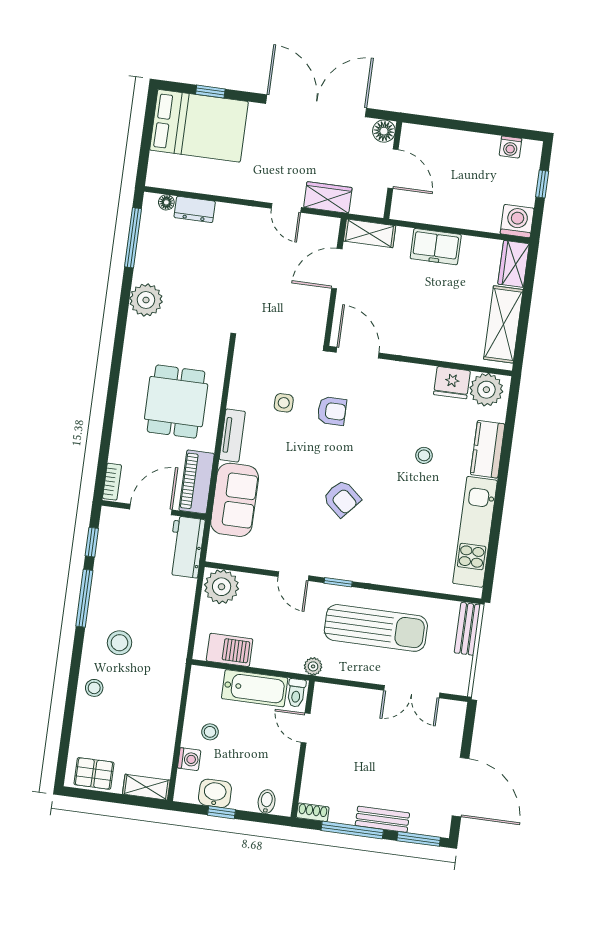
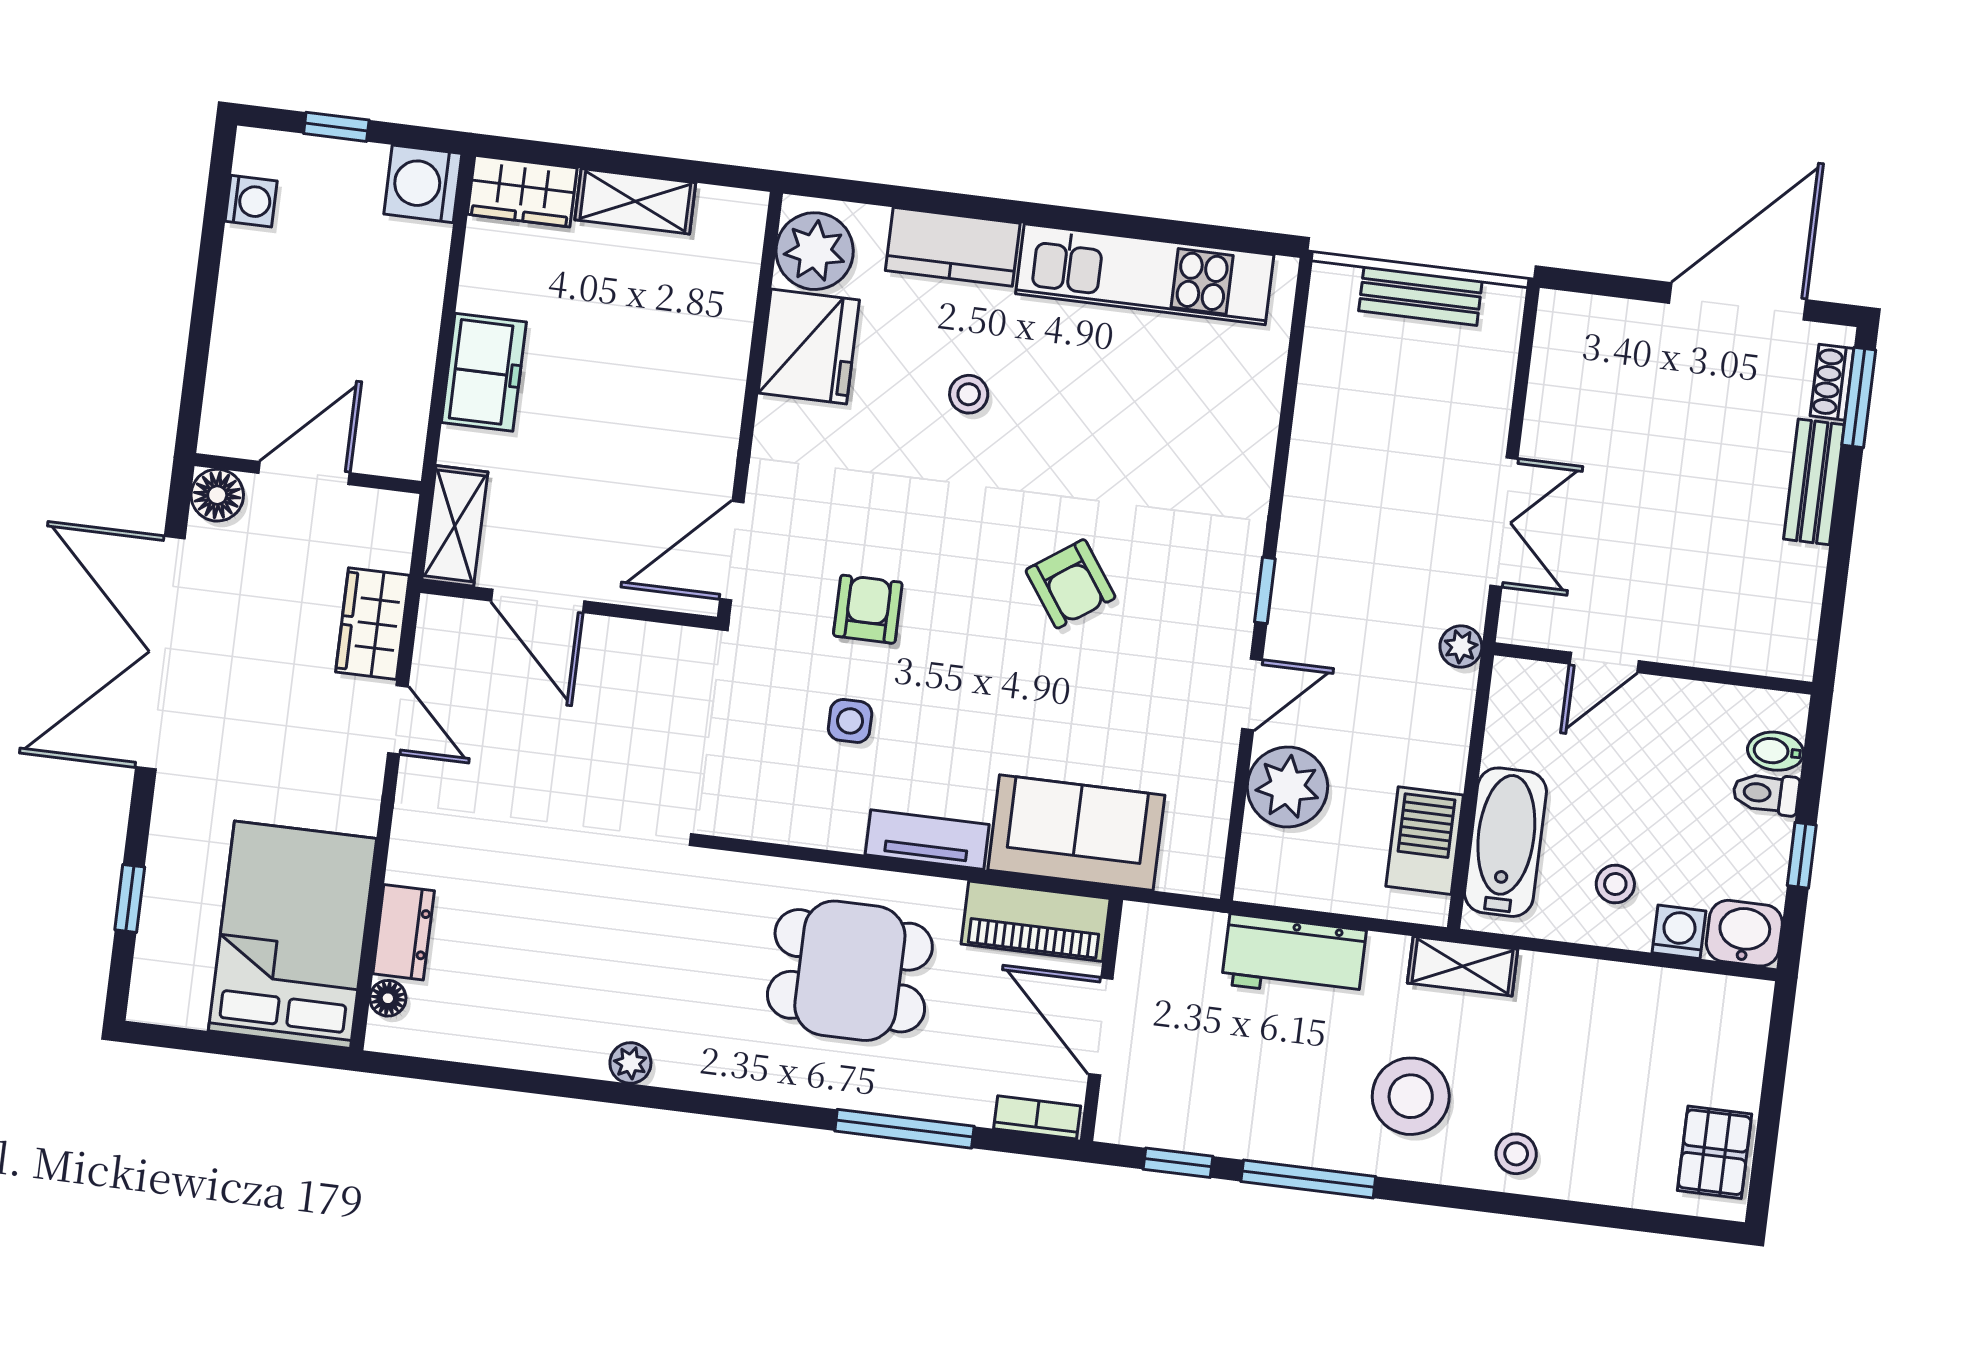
bed: (199, 126) -> (292, 935), moved
door: (286, 208) -> (398, 720), hinge flipped
window: (133, 238) -> (904, 1129), moved
plant: (146, 300) -> (630, 1063), width x0.53, depth x0.53
shelving: (503, 324) -> (635, 201), width x0.67, depth x0.75
fridge: (452, 383) -> (809, 347), width x1.36, depth x1.34
armchair: (342, 498) -> (1071, 584), turned 104
workbench: (186, 547) -> (1294, 957), moved
plant: (222, 587) -> (1287, 787), moved
sun lounger: (376, 628) -> (1370, 502), removed
bench: (467, 629) -> (1420, 296), moved
stool: (119, 643) -> (1411, 1096), width x1.38, depth x1.38
bathtub: (255, 688) -> (1505, 842), moved
double door: (412, 692) -> (1504, 522), moved
toilet: (296, 693) -> (1766, 793), moved, turned 180
shelving: (146, 787) -> (1463, 966), moved, turned 90
washbasin: (215, 793) -> (1744, 933), moved, turned 90
shoe rack: (313, 812) -> (1832, 382), moved
window: (352, 830) -> (1840, 552), removed

